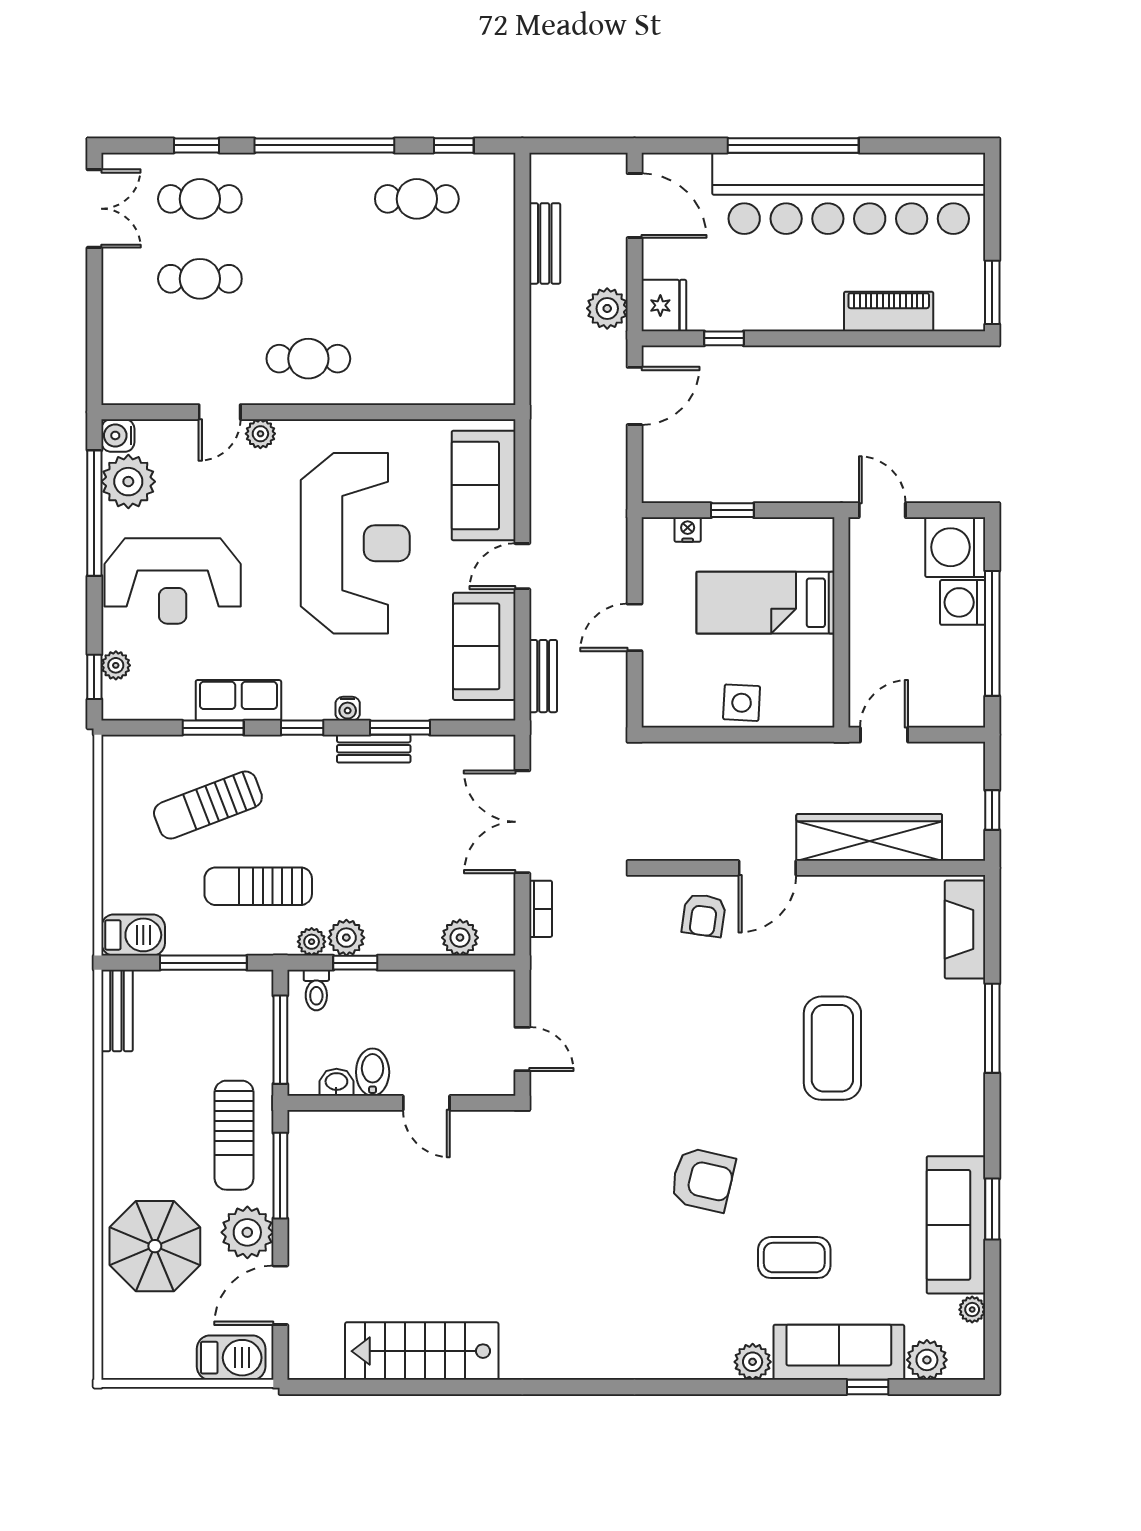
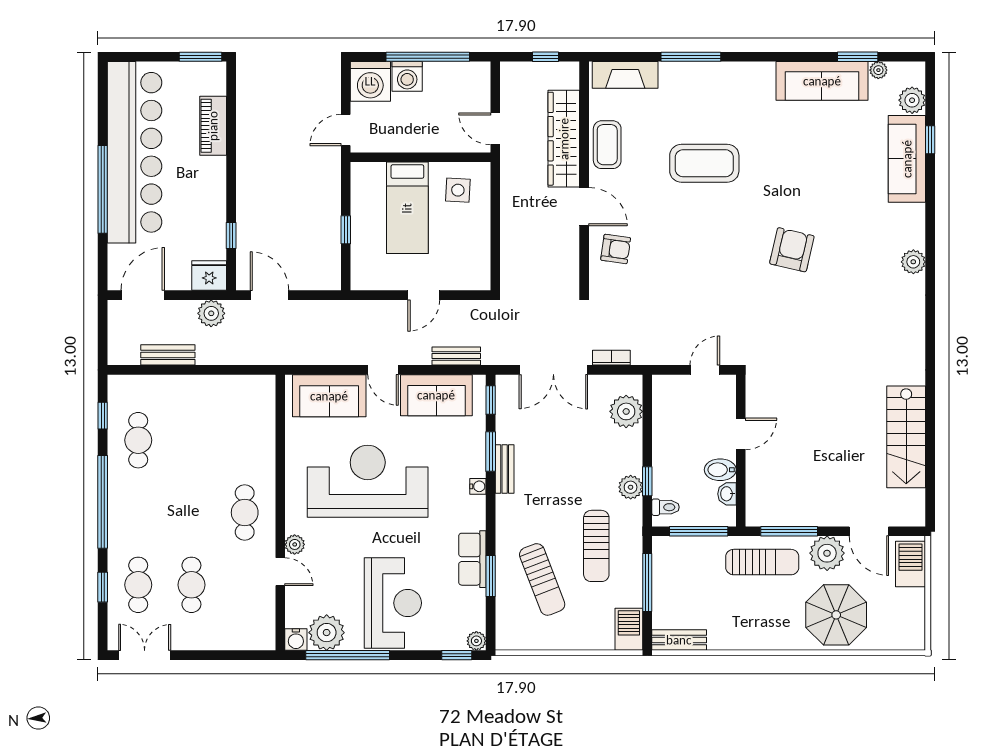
nightstand: (688, 530) -> (359, 260), removed
door: (635, 627) -> (424, 295), hinge flipped
plant: (116, 665) -> (476, 641), moved
side table: (742, 703) -> (458, 190), moved
window: (302, 728) -> (491, 400), moved
plant: (460, 938) -> (626, 411), width x1.36, depth x1.36
plant: (312, 942) -> (633, 510), removed
window: (992, 1209) -> (858, 57), moved
coffee table: (794, 1258) -> (607, 145), moved
plant: (753, 1362) -> (913, 262), moved

